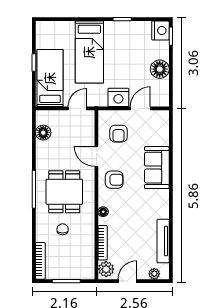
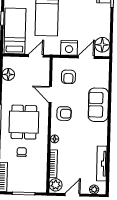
floor lamp: (160, 69) -> (102, 45), moved

